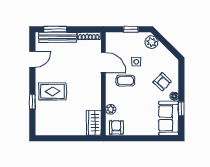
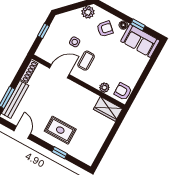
plant: (151, 42) -> (88, 12), moved
rug: (53, 91) -> (60, 130), turned 90

